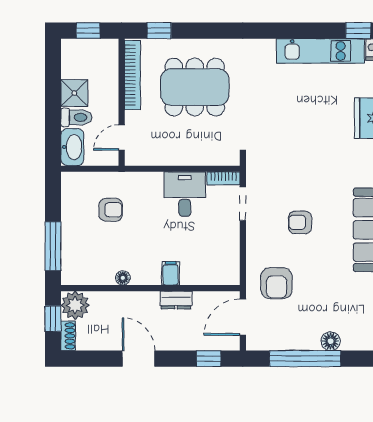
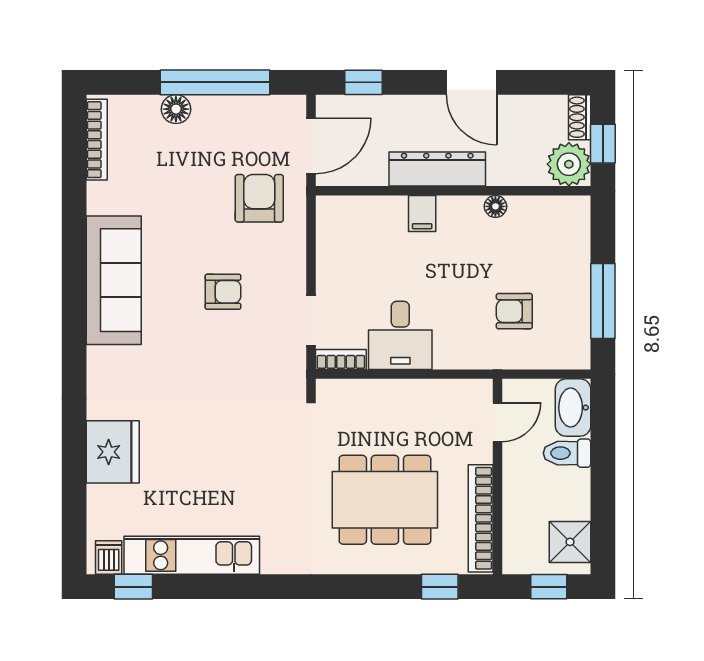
shower: (74, 93) -> (570, 542), moved
window: (53, 246) -> (603, 301), moved
dresser: (176, 300) -> (437, 169), width x1.96, depth x1.24

